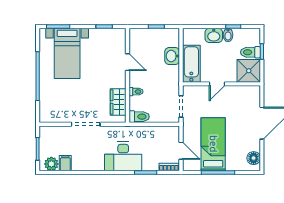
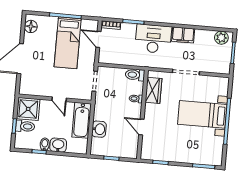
bed with nightstands: (67, 53) -> (202, 114), moved, turned -90
door: (217, 84) -> (59, 99), swing flipped
filing cabinet: (65, 163) -> (183, 35), moved, width x2.00

